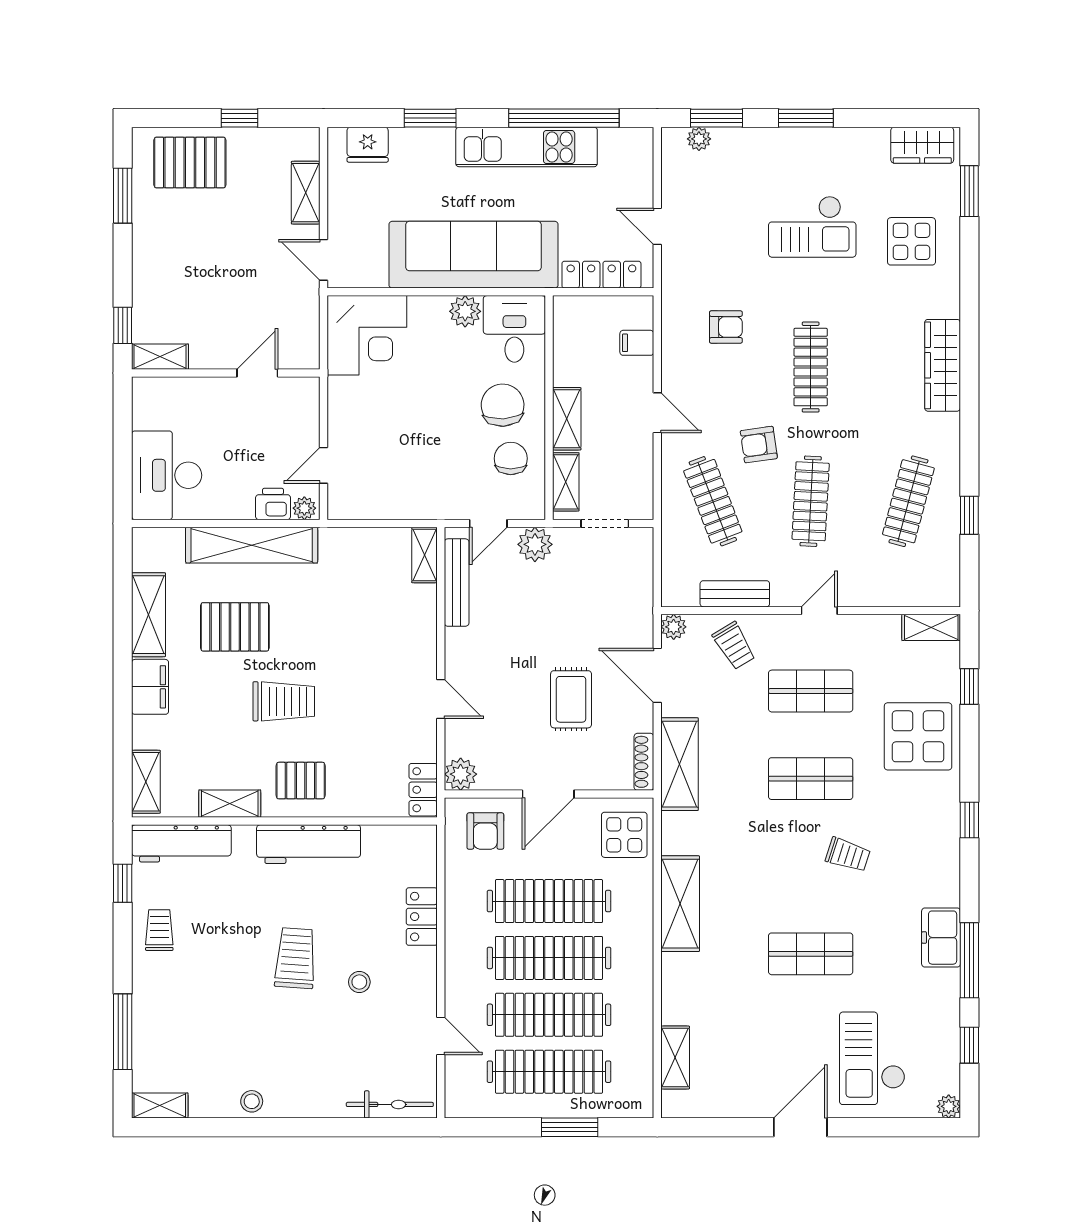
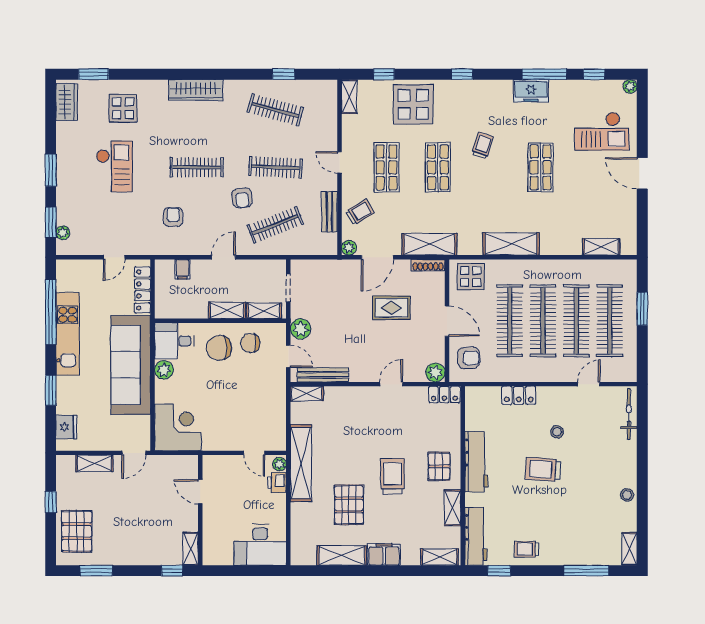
shelving: (252, 545) -> (301, 463), moved

